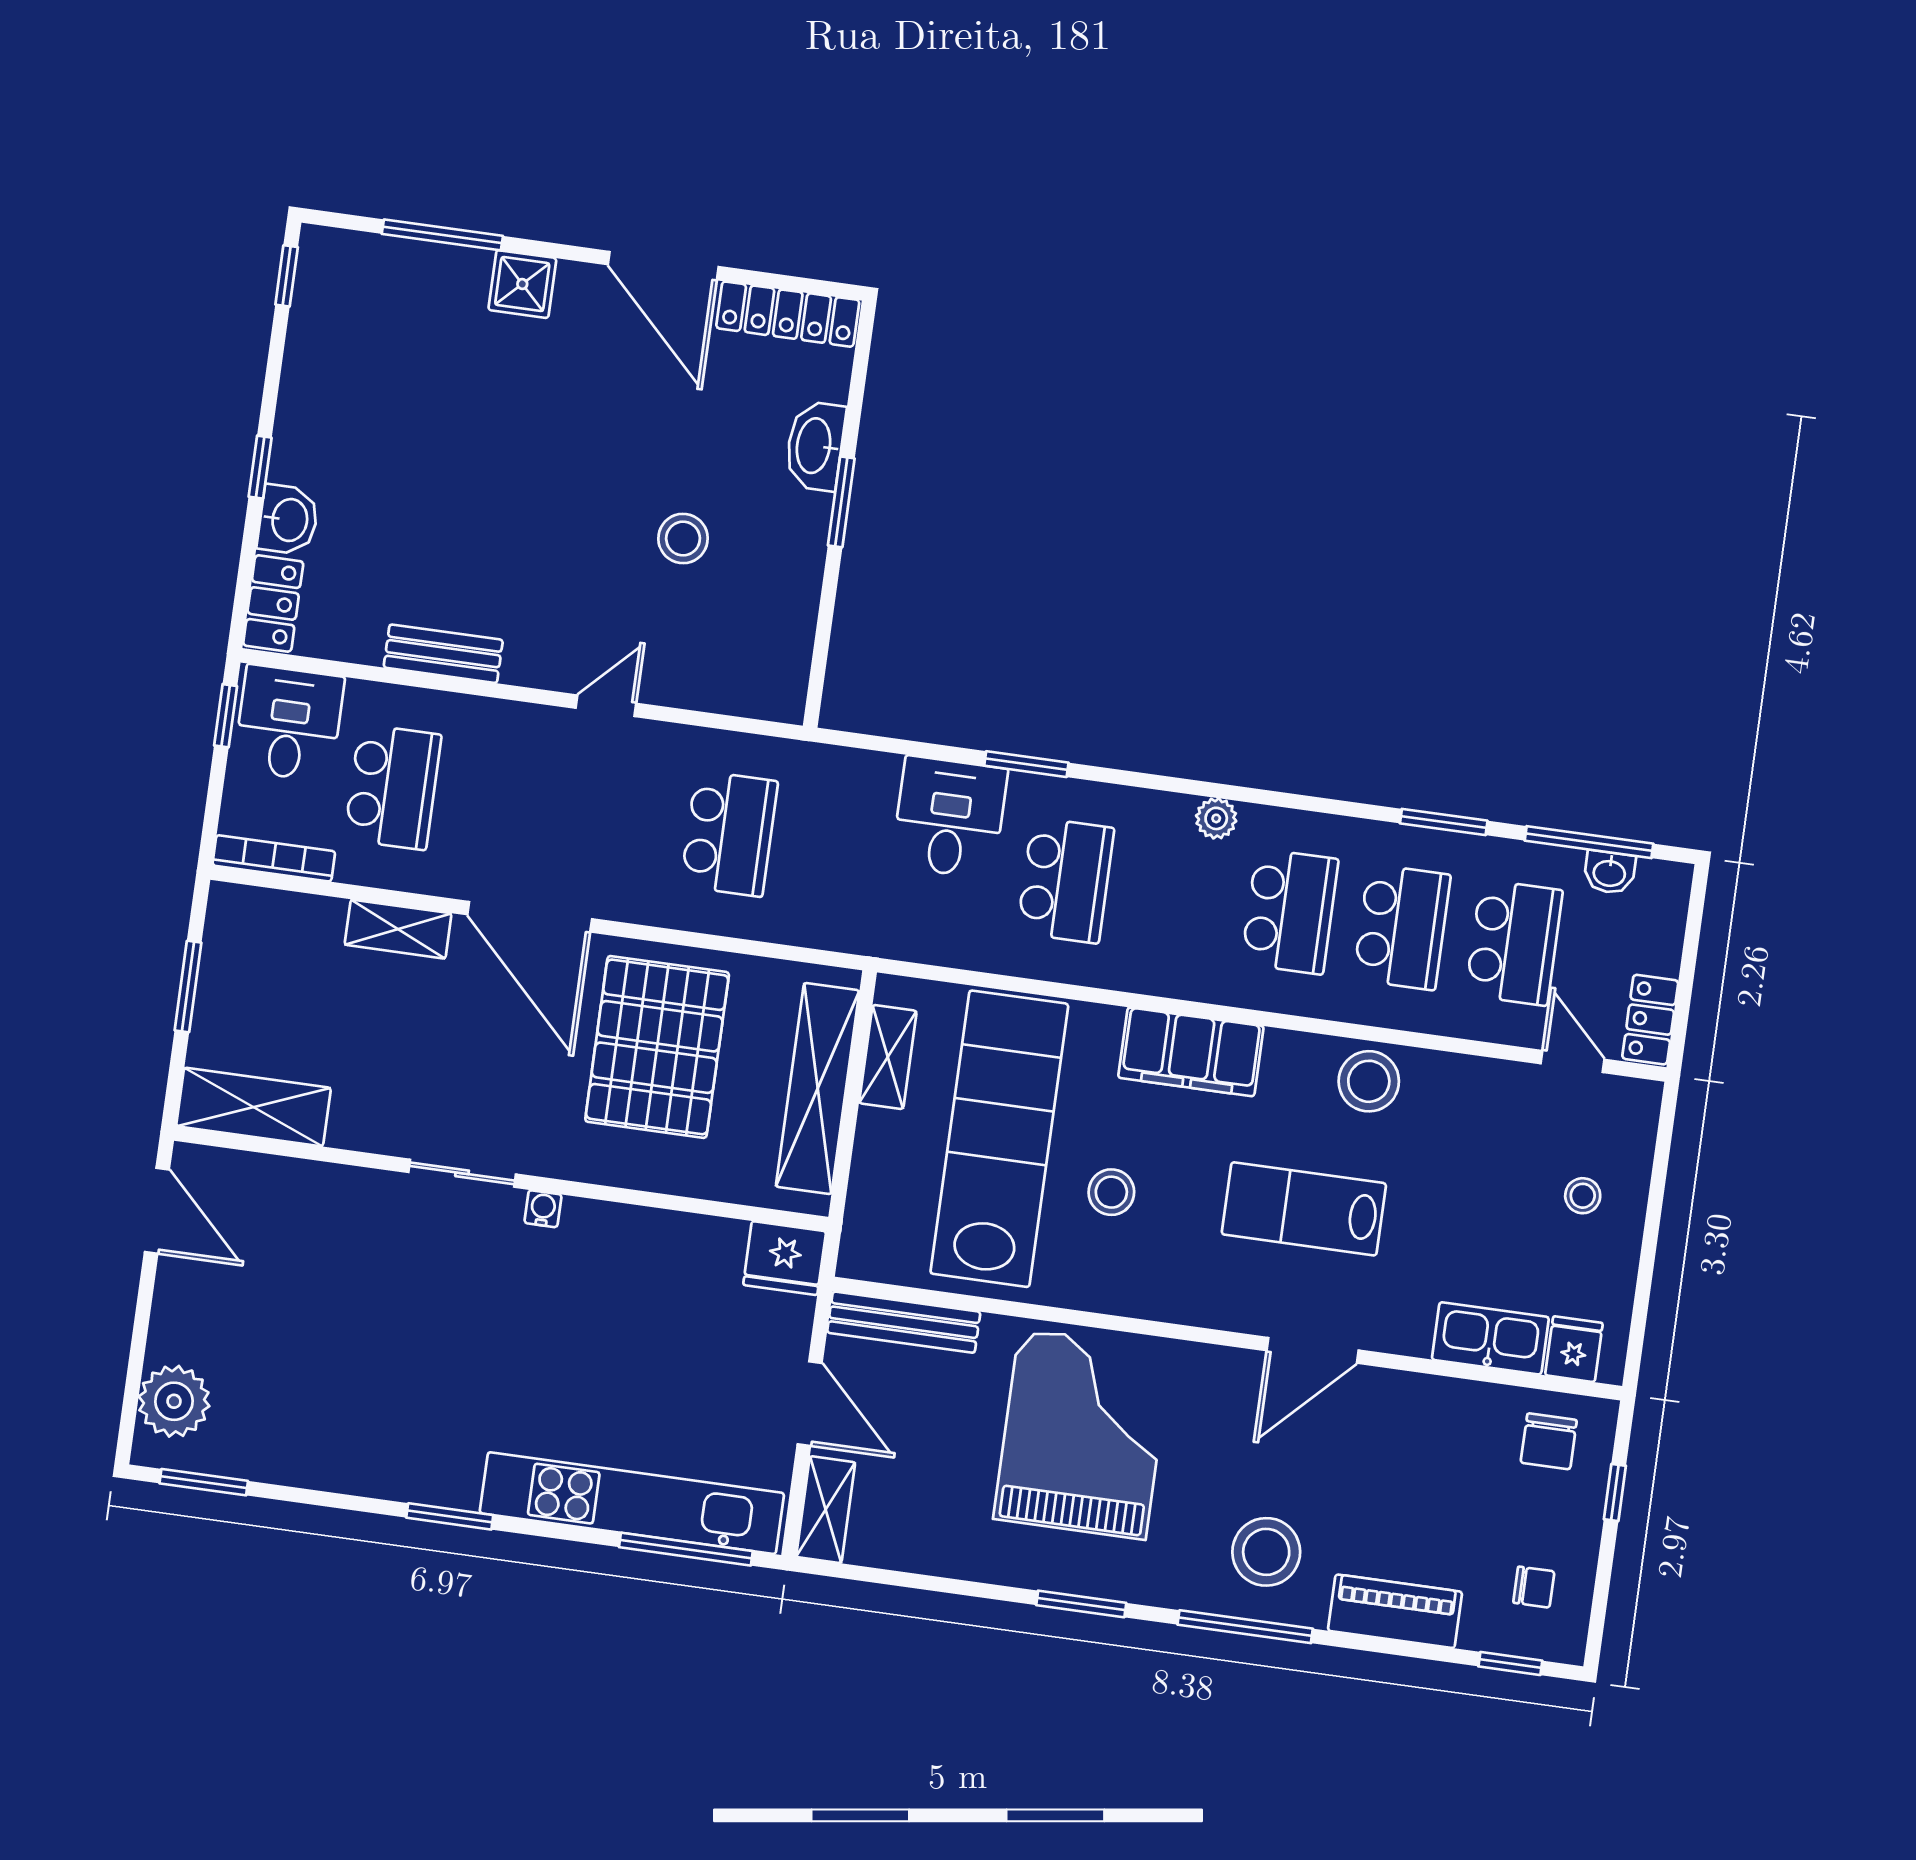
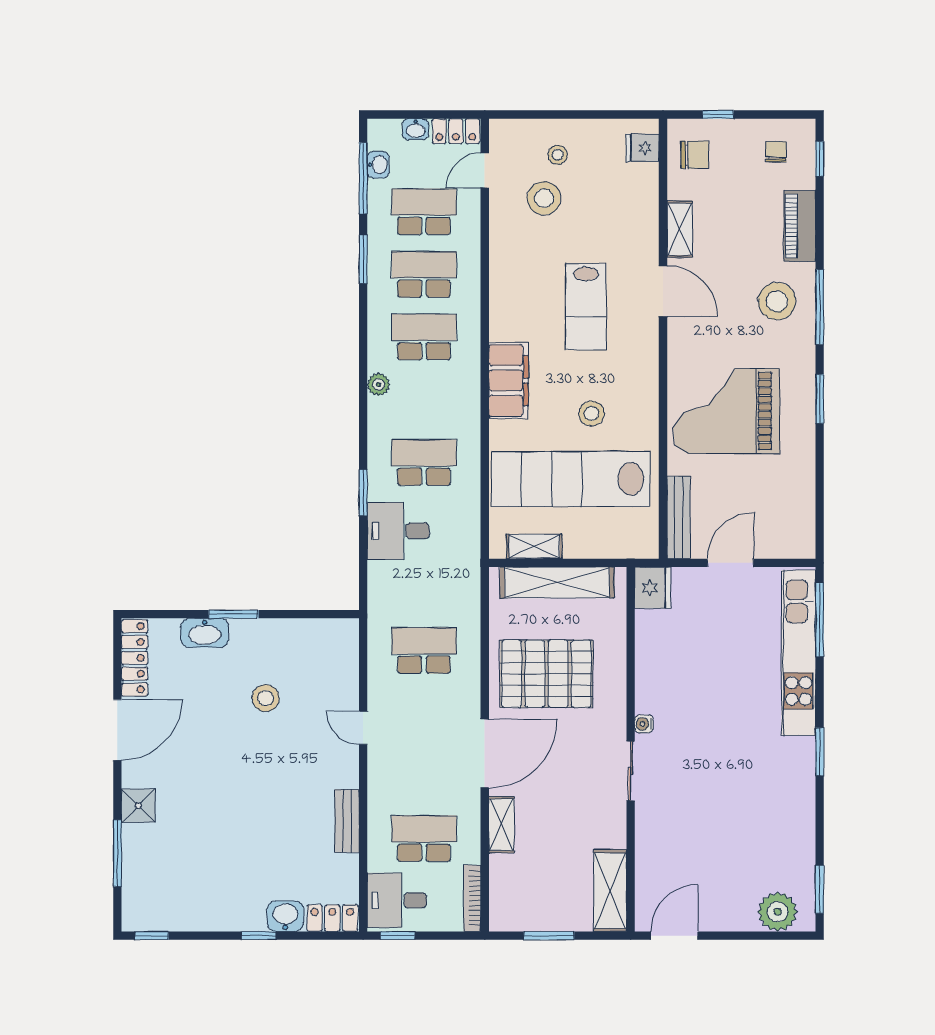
washbasin: (1664, 948) -> (416, 129), added
stool: (1369, 1081) -> (544, 198), moved
kitchen sink: (1490, 1338) -> (643, 195), removed
shelving: (826, 1510) -> (680, 229), moved, turned 90

